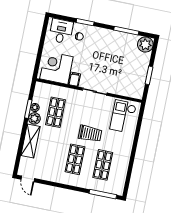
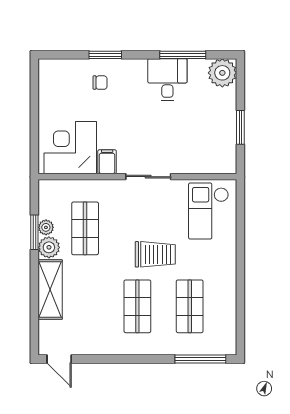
desk: (61, 31) -> (167, 80), moved

